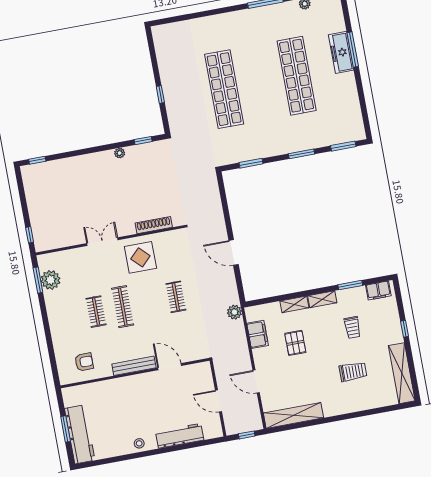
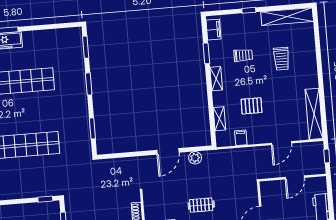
window: (160, 95) -> (45, 199), moved
shelving: (294, 304) -> (219, 119), moved
plant: (234, 312) -> (195, 158), moved
filing cabinet: (258, 334) -> (241, 138), width x0.50
trolley: (353, 372) -> (281, 59), turned 180

